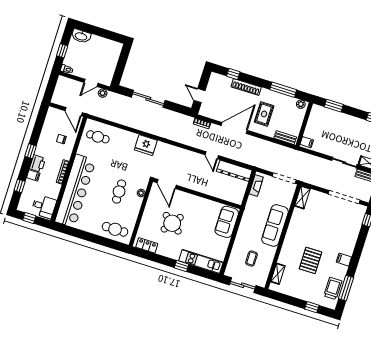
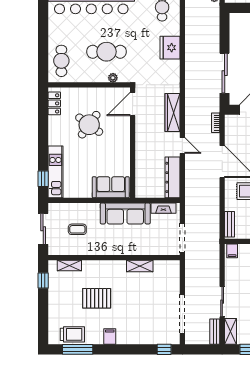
sliding door: (148, 99) -> (225, 73), moved
fridge: (146, 145) -> (170, 48), moved
wardrobe: (183, 155) -> (172, 112), added
door: (212, 155) -> (182, 146), swing flipped
cafe table: (119, 192) -> (106, 52), width x1.37, depth x1.35
shelving: (302, 197) -> (140, 266), moved
sofa: (275, 225) -> (125, 213), moved, turned 180
window: (182, 266) -> (43, 179), moved
window: (312, 307) -> (43, 281), moved

